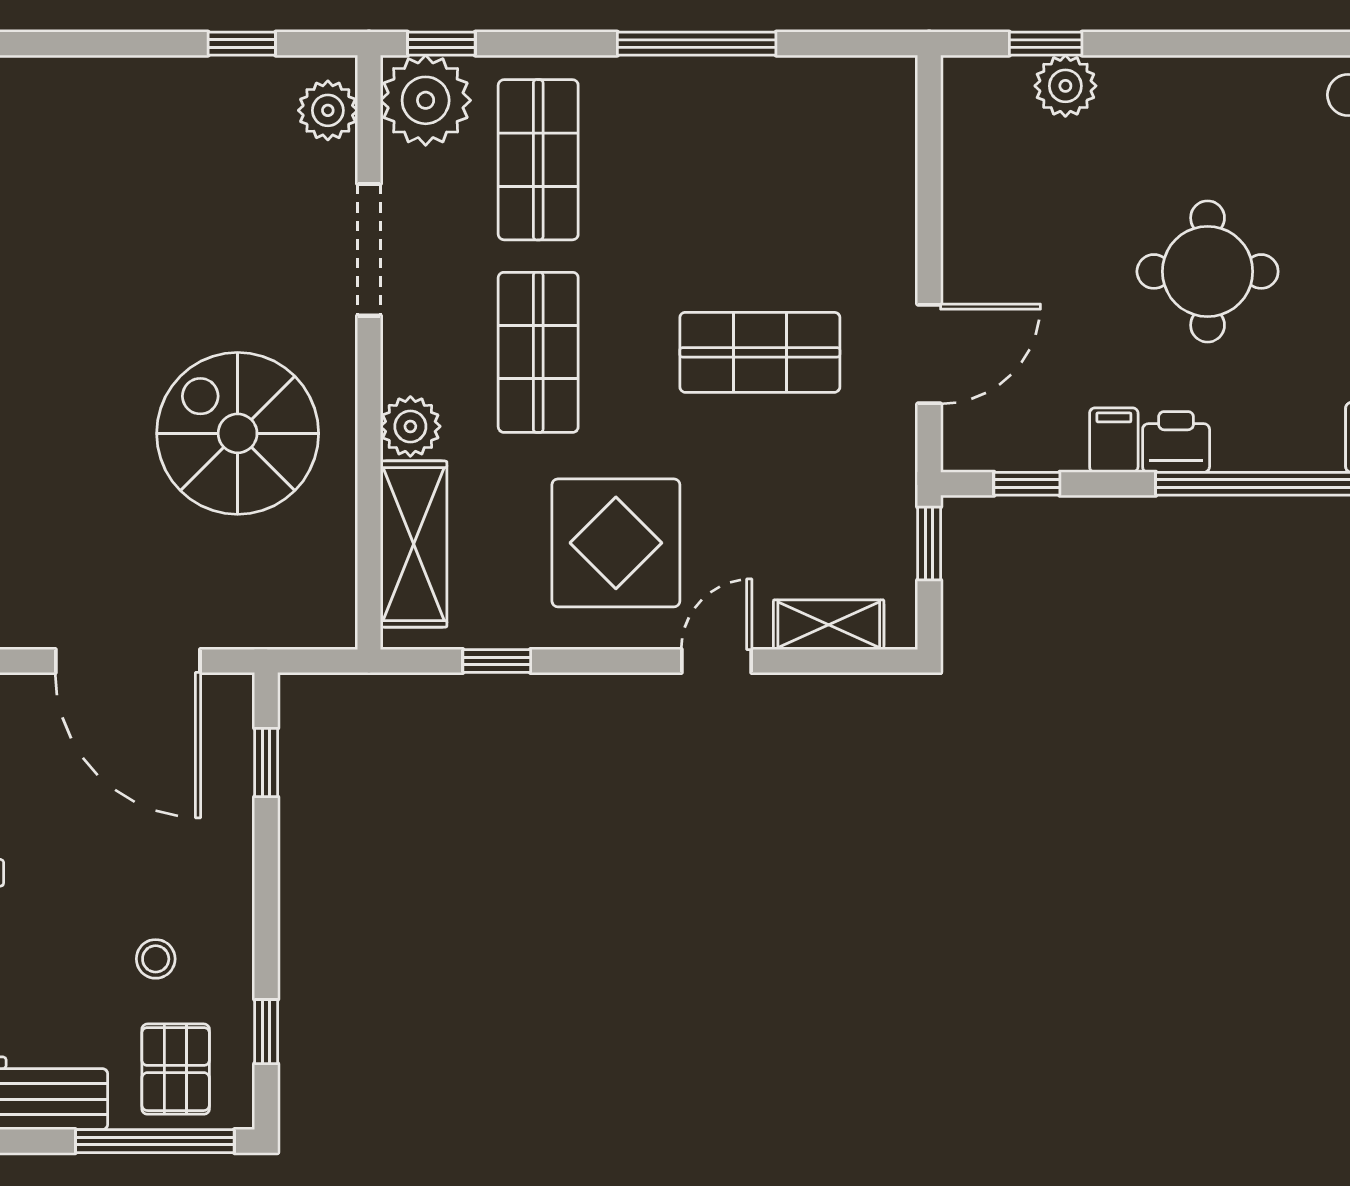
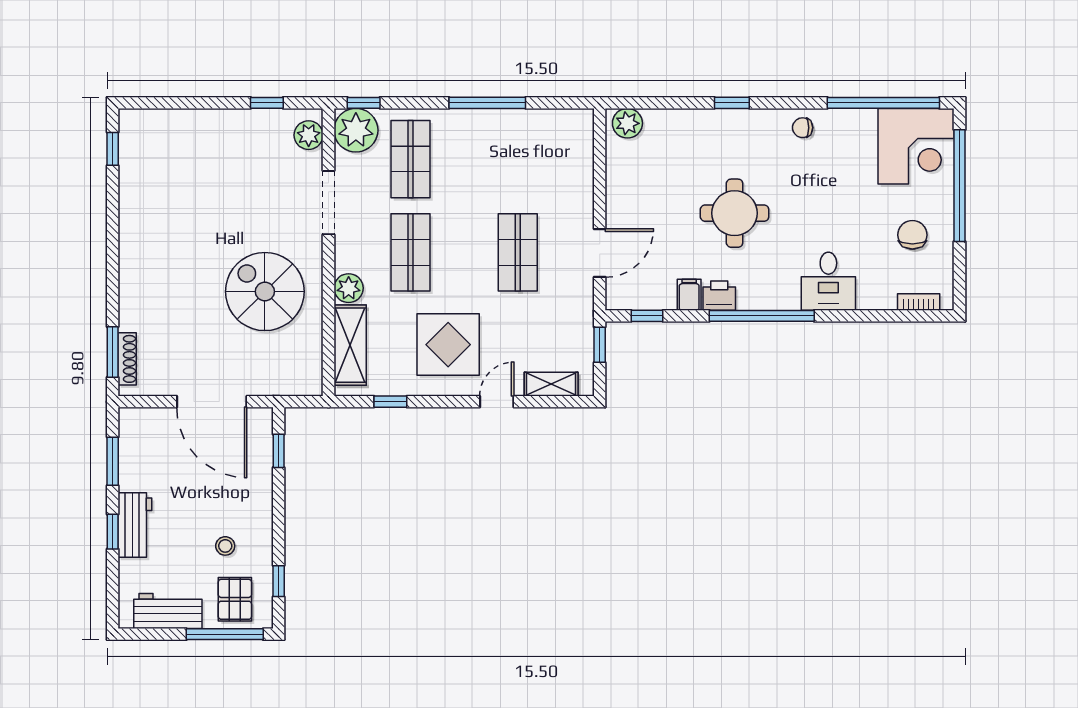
window: (1046, 44) -> (732, 103), moved
plant: (1065, 86) -> (627, 123), moved
shop shelf: (760, 352) -> (518, 252), turned 90

